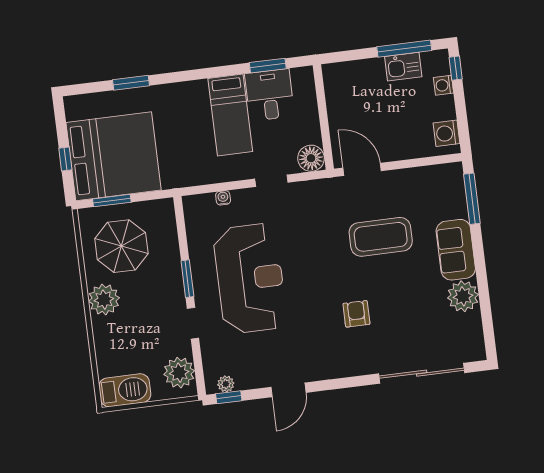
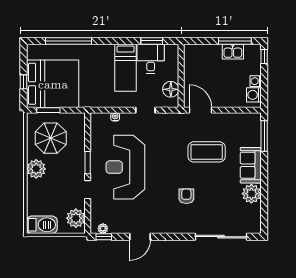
window: (131, 83) -> (69, 41), width x2.11
washing machine: (443, 85) -> (256, 81), moved
floor lamp: (311, 158) -> (171, 89), moved
reception desk: (250, 278) -> (125, 167), turned 180

